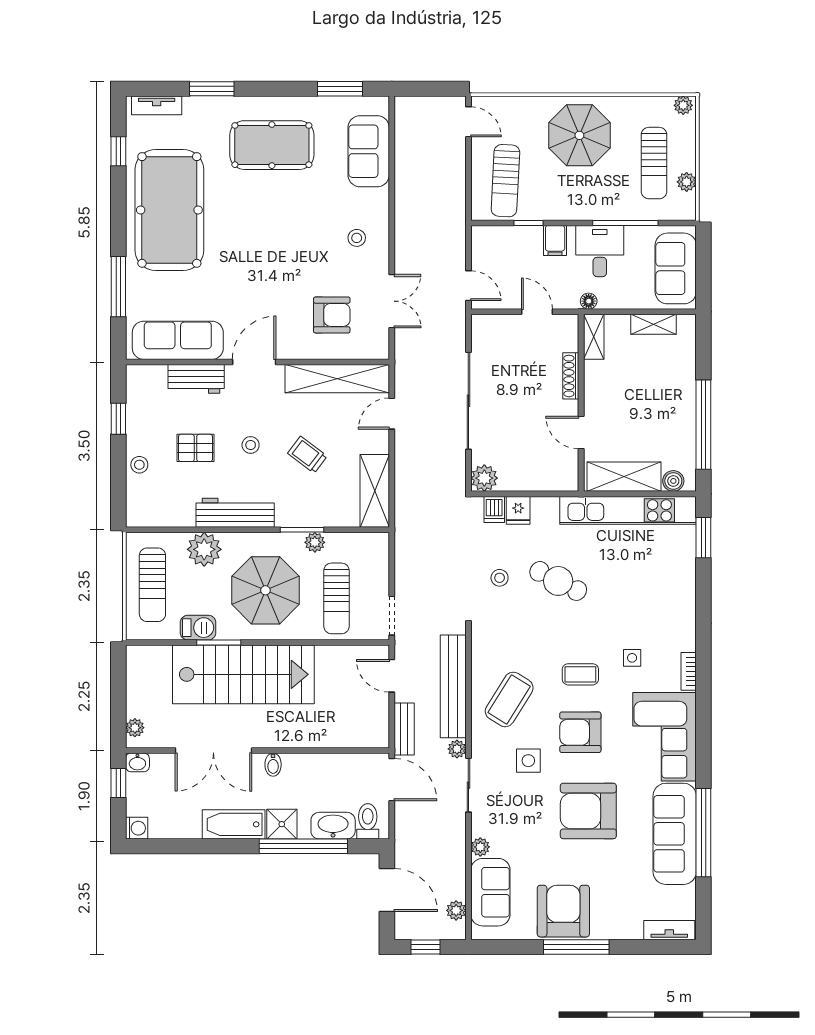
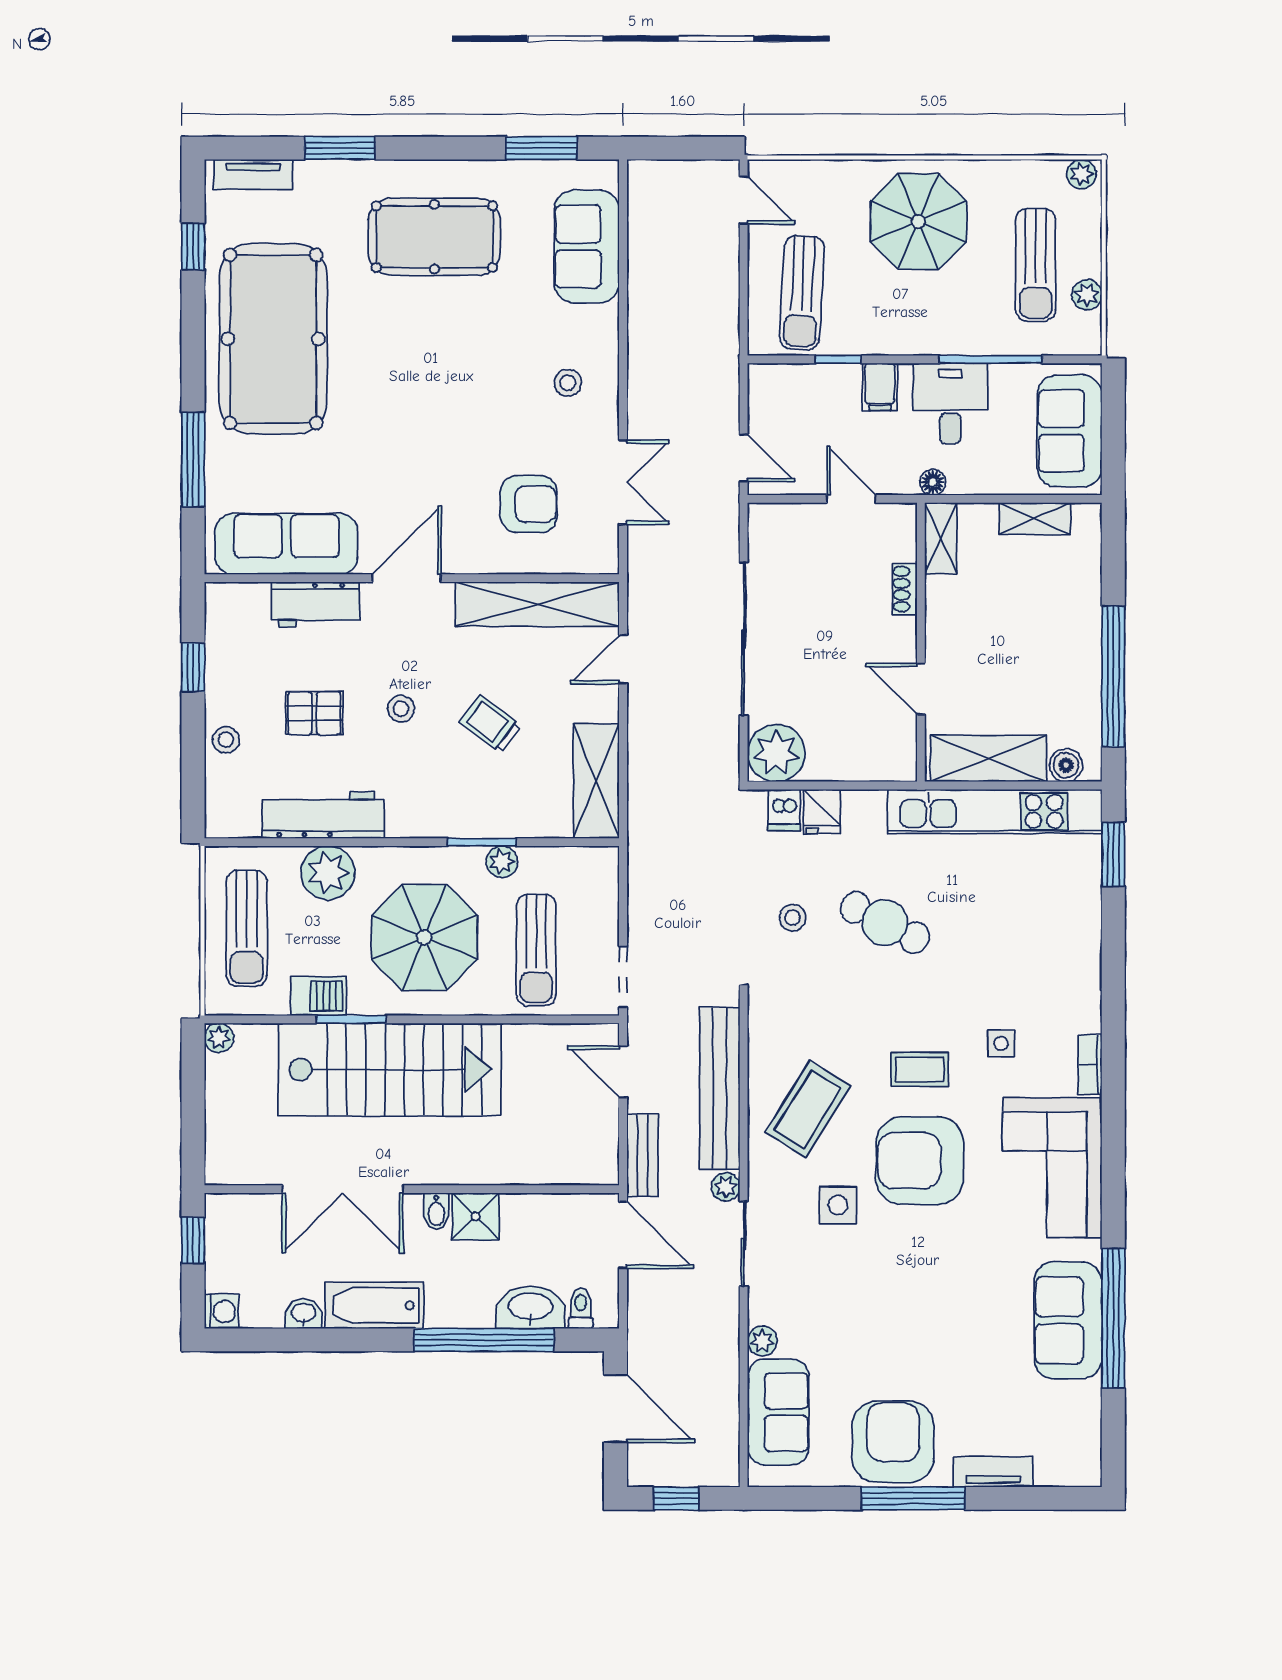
shoe rack: (571, 376) -> (905, 589), width x0.70
plant: (484, 478) -> (776, 753), width x1.36, depth x1.36
workbench: (235, 513) -> (323, 815), moved
plant: (135, 728) -> (219, 1038), moved
armchair: (580, 732) -> (920, 1161), width x1.36, depth x1.36
washbasin: (137, 762) -> (303, 1314), moved, turned 180
armchair: (588, 811) -> (932, 1284), removed
toilet: (368, 821) -> (581, 1308), width x0.73, depth x0.72
shower: (282, 824) -> (475, 1216), moved
sofa: (675, 834) -> (1068, 1320), width x0.73
plant: (456, 910) -> (724, 1441), removed
tv unit: (669, 930) -> (993, 1472), moved

